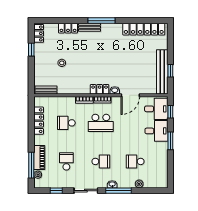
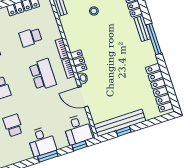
school desk: (66, 123) -> (30, 37), turned -90
school desk: (101, 123) -> (43, 74), turned 180
desk: (156, 131) -> (42, 141), moved

